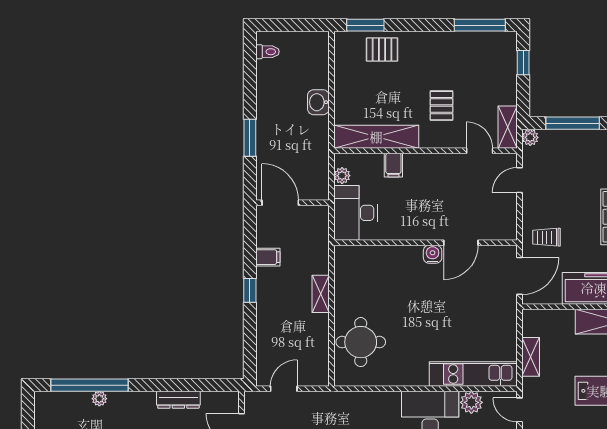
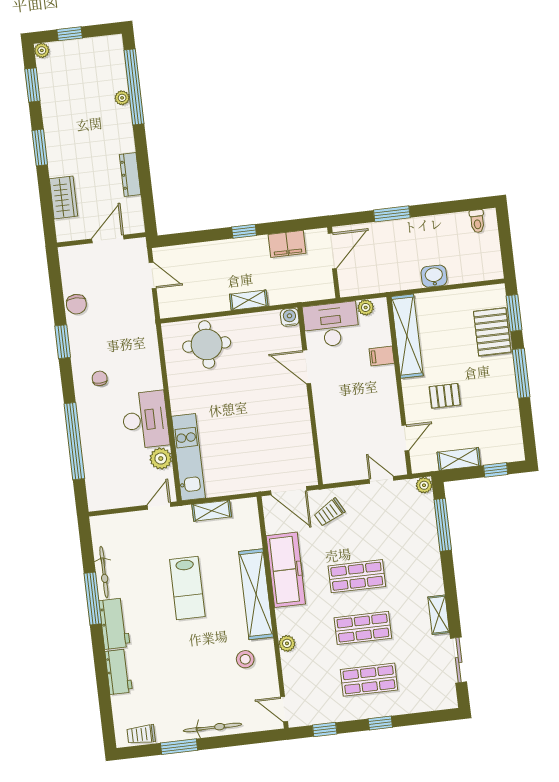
window: (480, 25) -> (521, 373), moved
pallet: (382, 50) -> (492, 332), width x1.50, depth x1.42
shelving: (508, 127) -> (459, 459), moved
trolley: (547, 237) -> (329, 512), turned -119
door: (461, 243) -> (307, 367), moved
water cooler: (433, 254) -> (290, 317), moved, turned -90
filing cabinet: (268, 257) -> (287, 244), width x2.00

